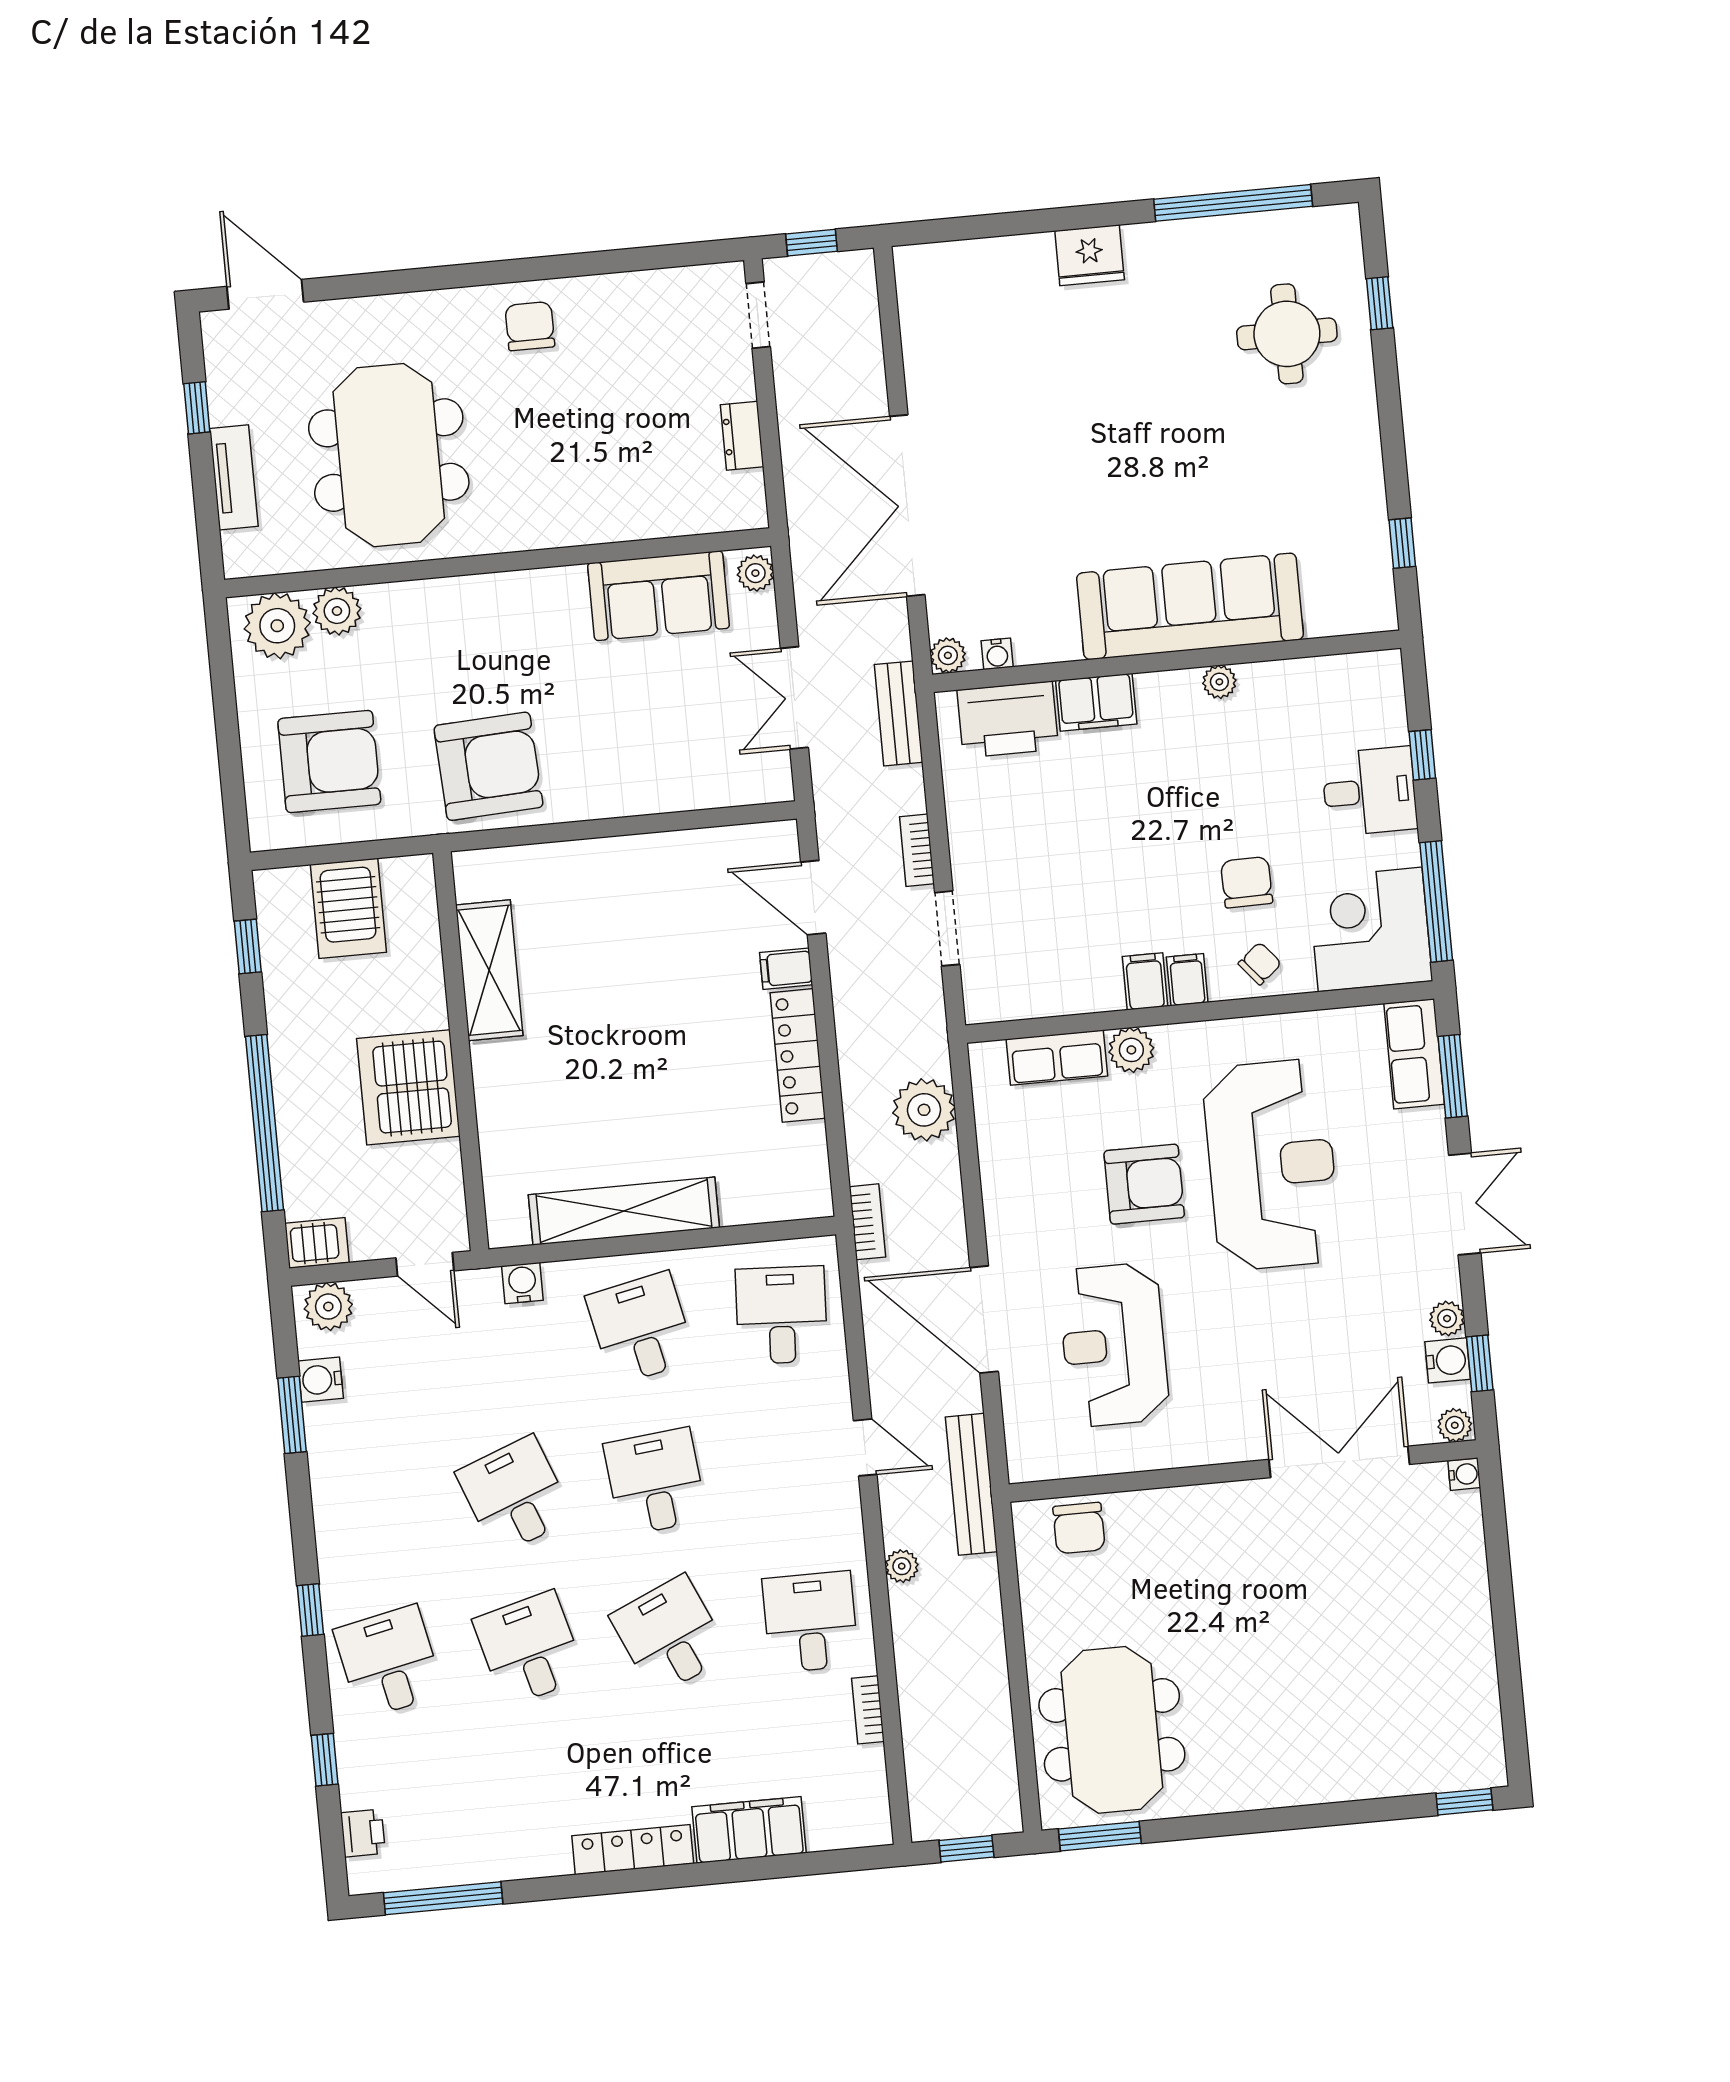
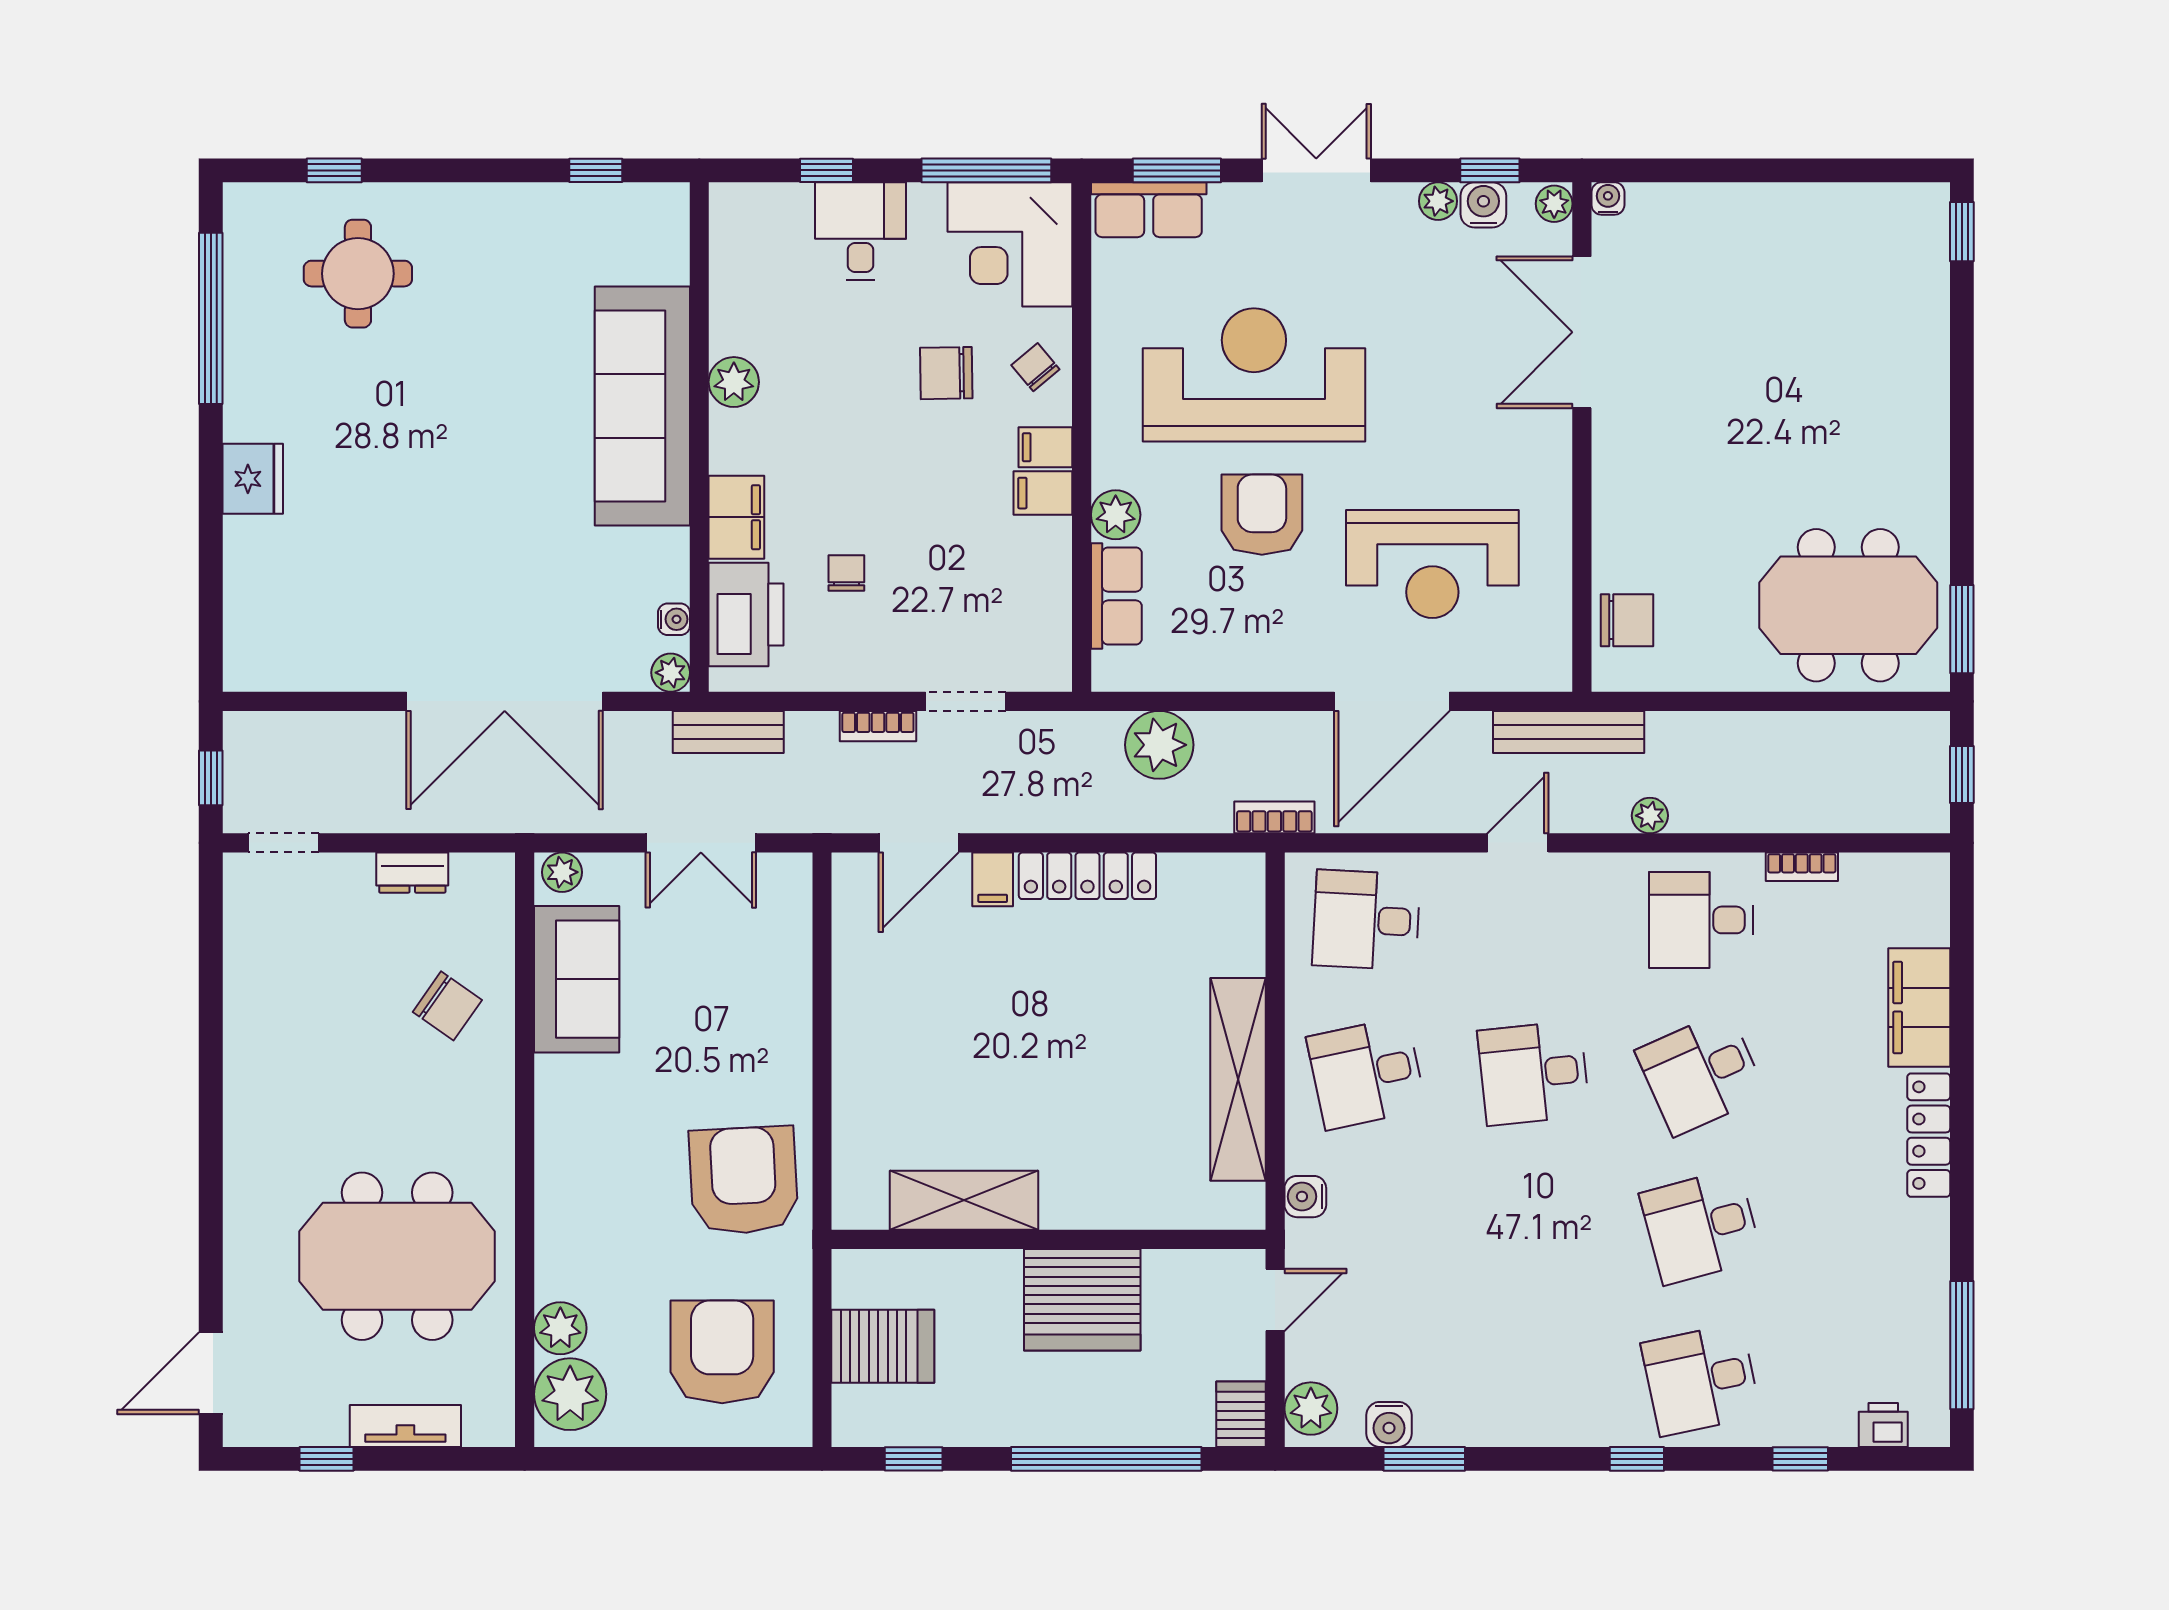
chair: (530, 326) -> (447, 1006), moved, turned -145
plant: (1219, 682) -> (734, 382), width x1.38, depth x1.38
chair: (1055, 808) -> (846, 573), added
desk: (515, 1495) -> (1534, 1226), removed

